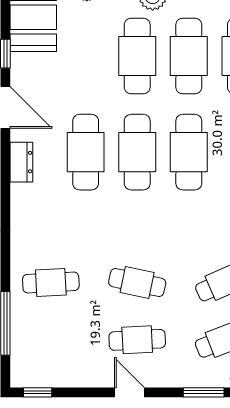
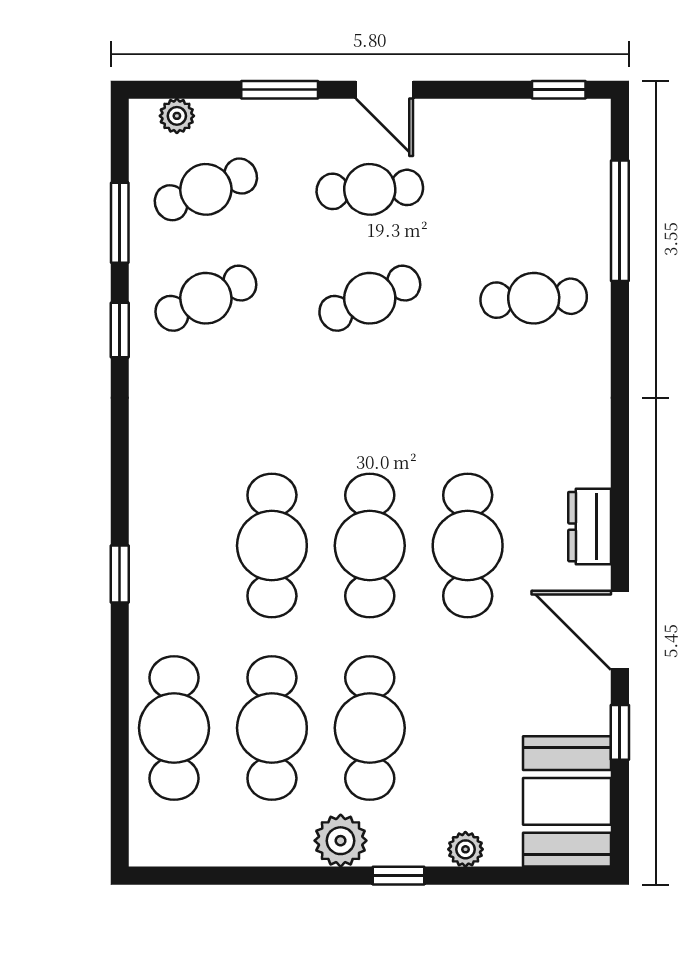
cafe table: (137, 283) -> (370, 298), turned -36
window: (204, 392) -> (280, 90), moved

